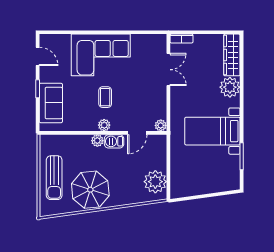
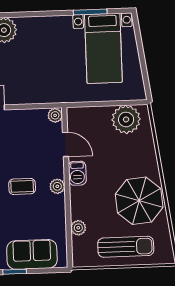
bed with nightstands: (212, 131) -> (103, 48), moved
plant: (97, 141) -> (78, 228), moved

